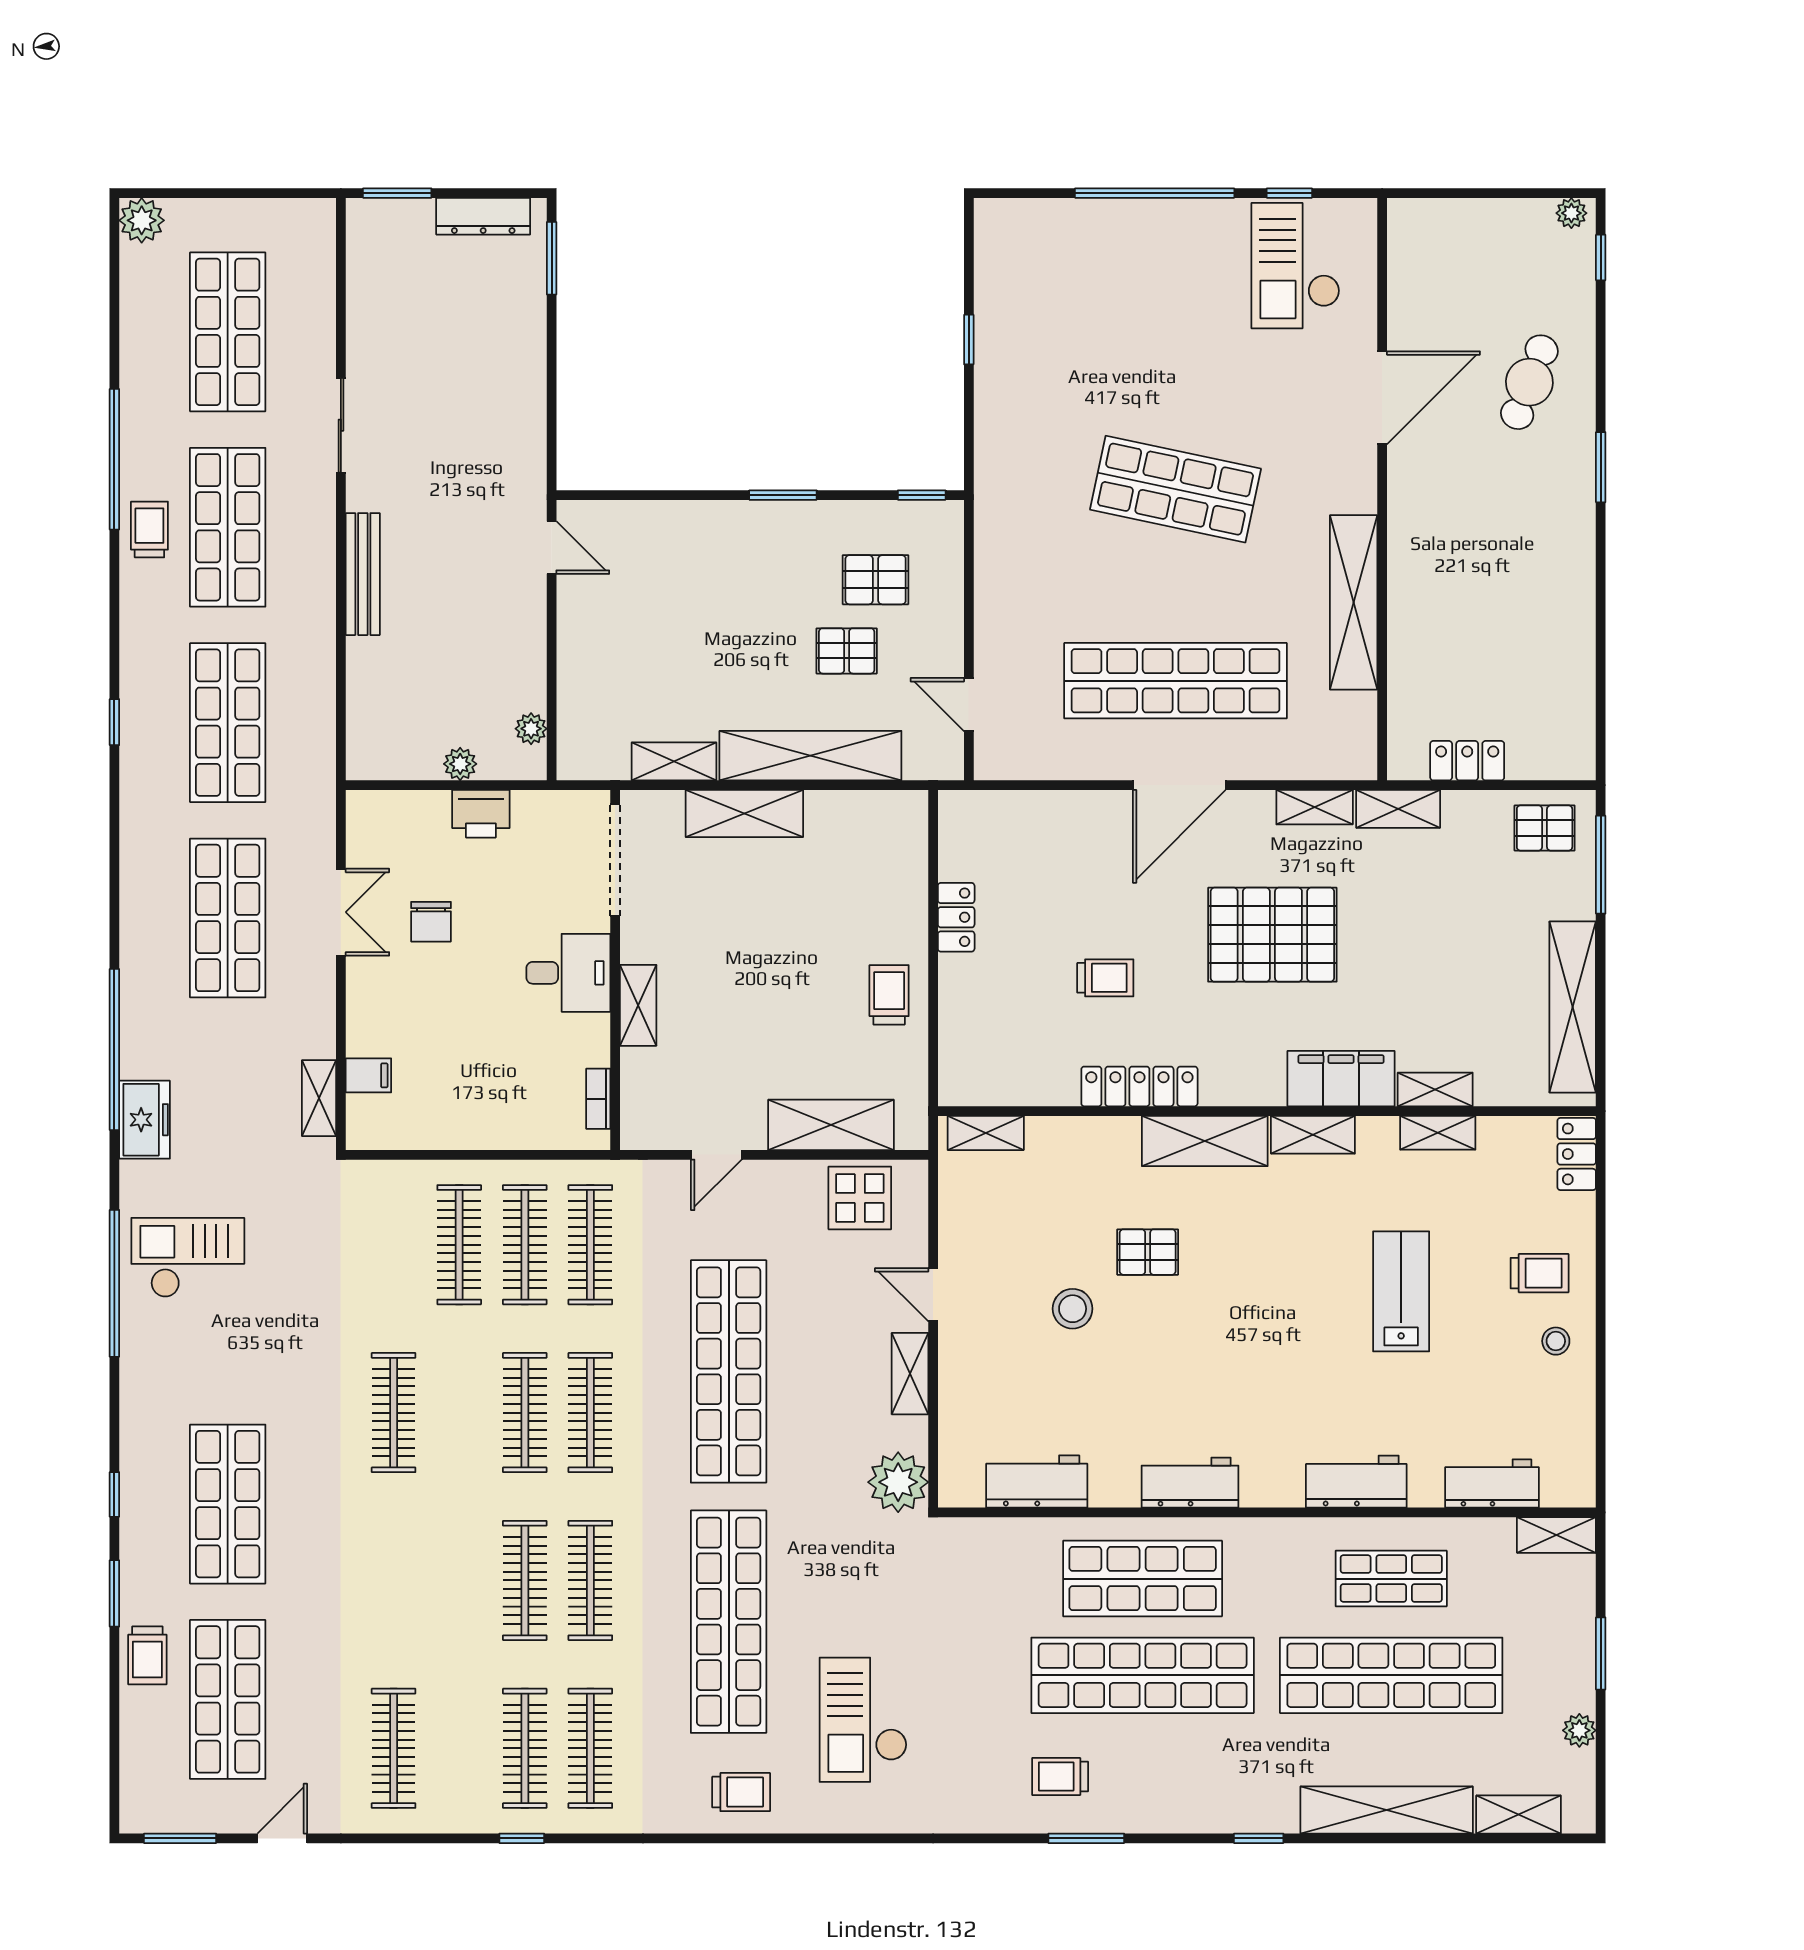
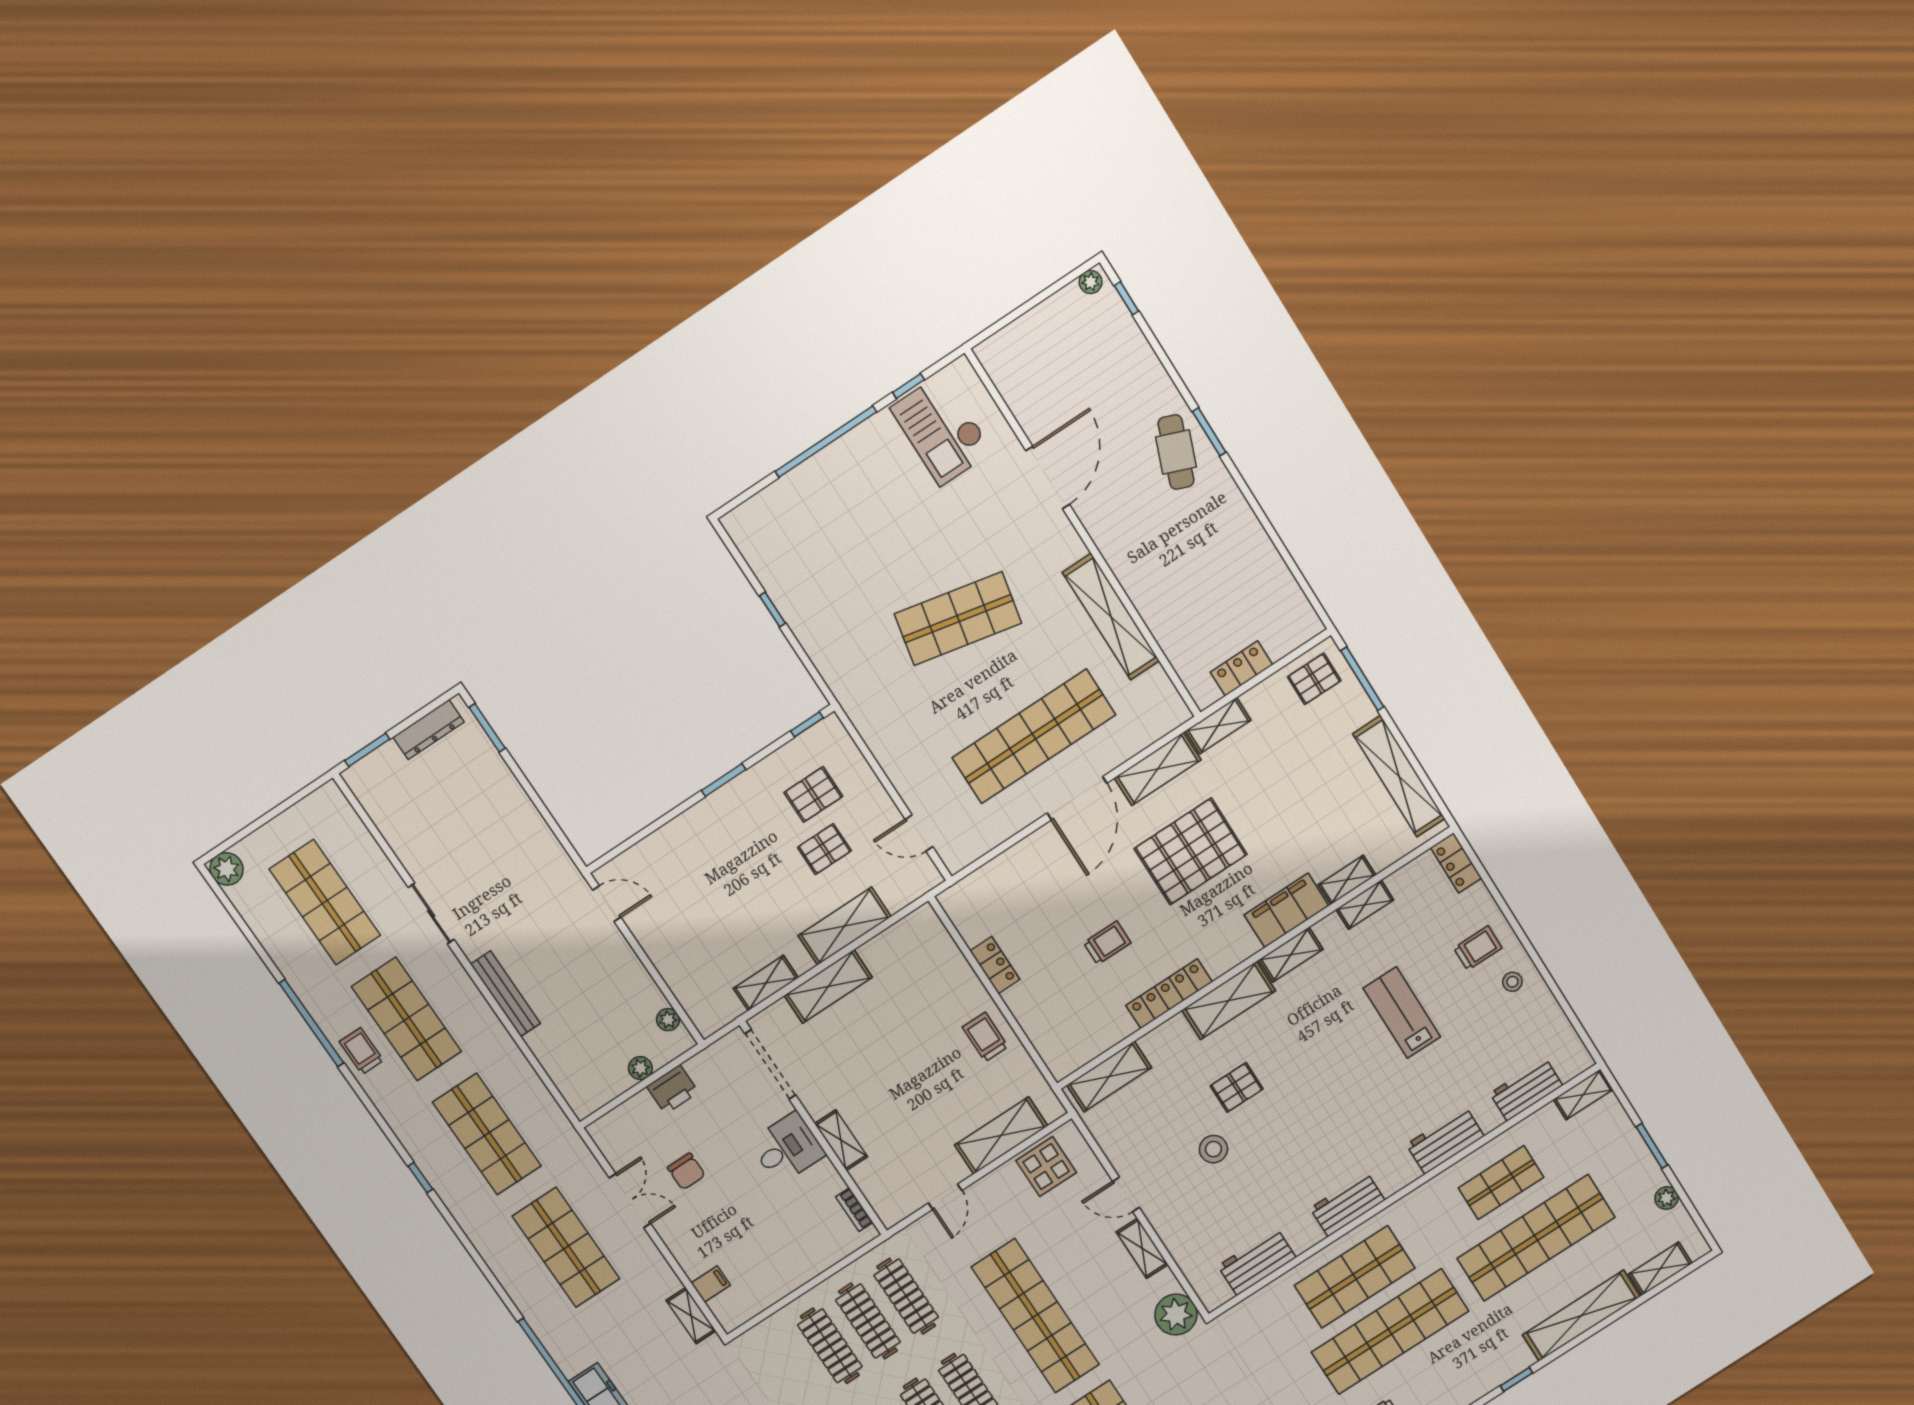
cafe table: (1529, 382) -> (1176, 452), moved
shelving: (810, 756) -> (845, 926), width x0.68
shelving: (1315, 807) -> (1158, 769), width x1.50, depth x1.33
shelving: (986, 1133) -> (1109, 1076), width x1.50, depth x1.33

